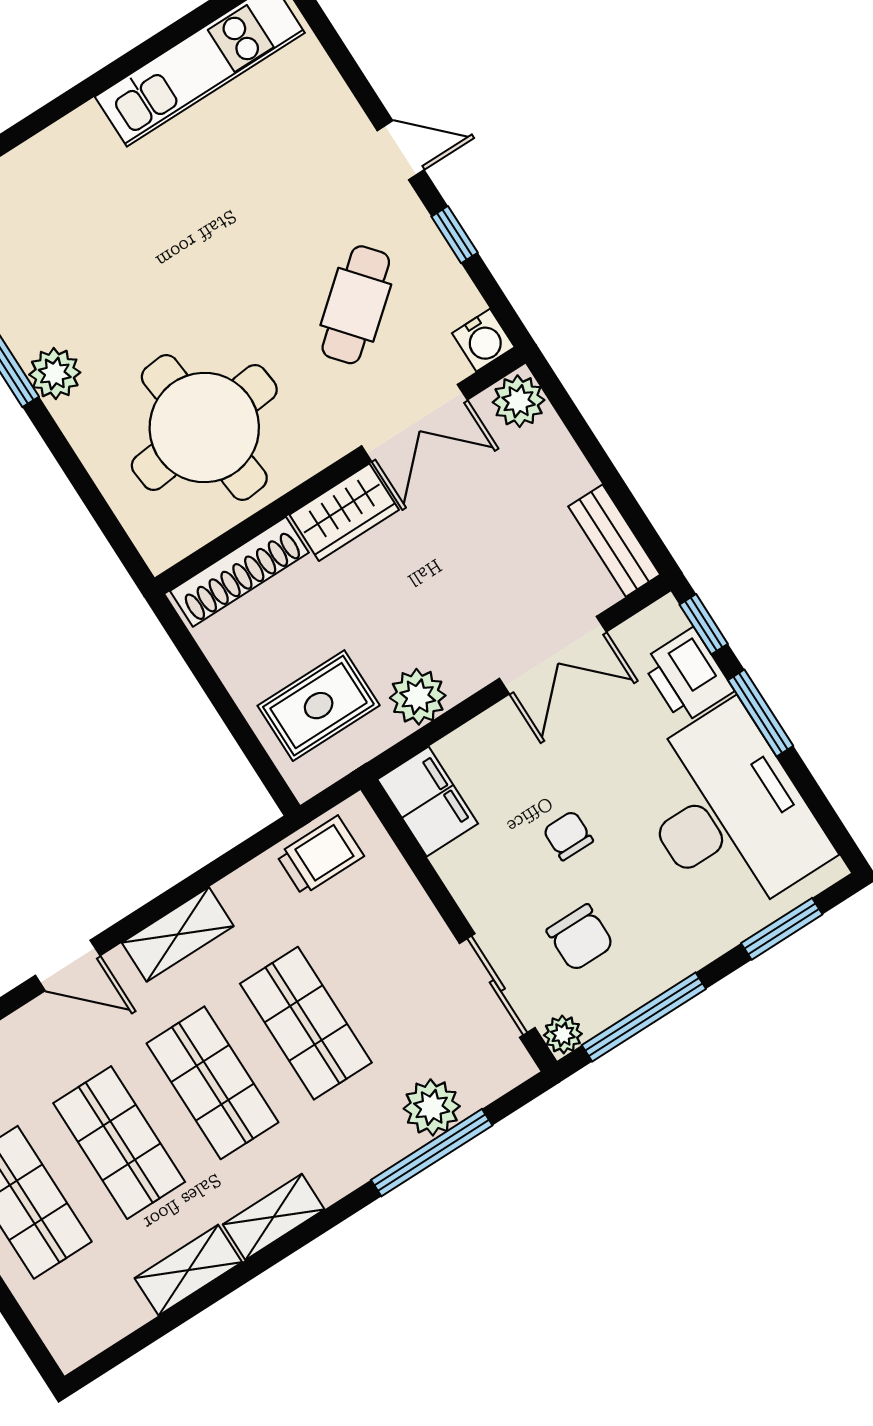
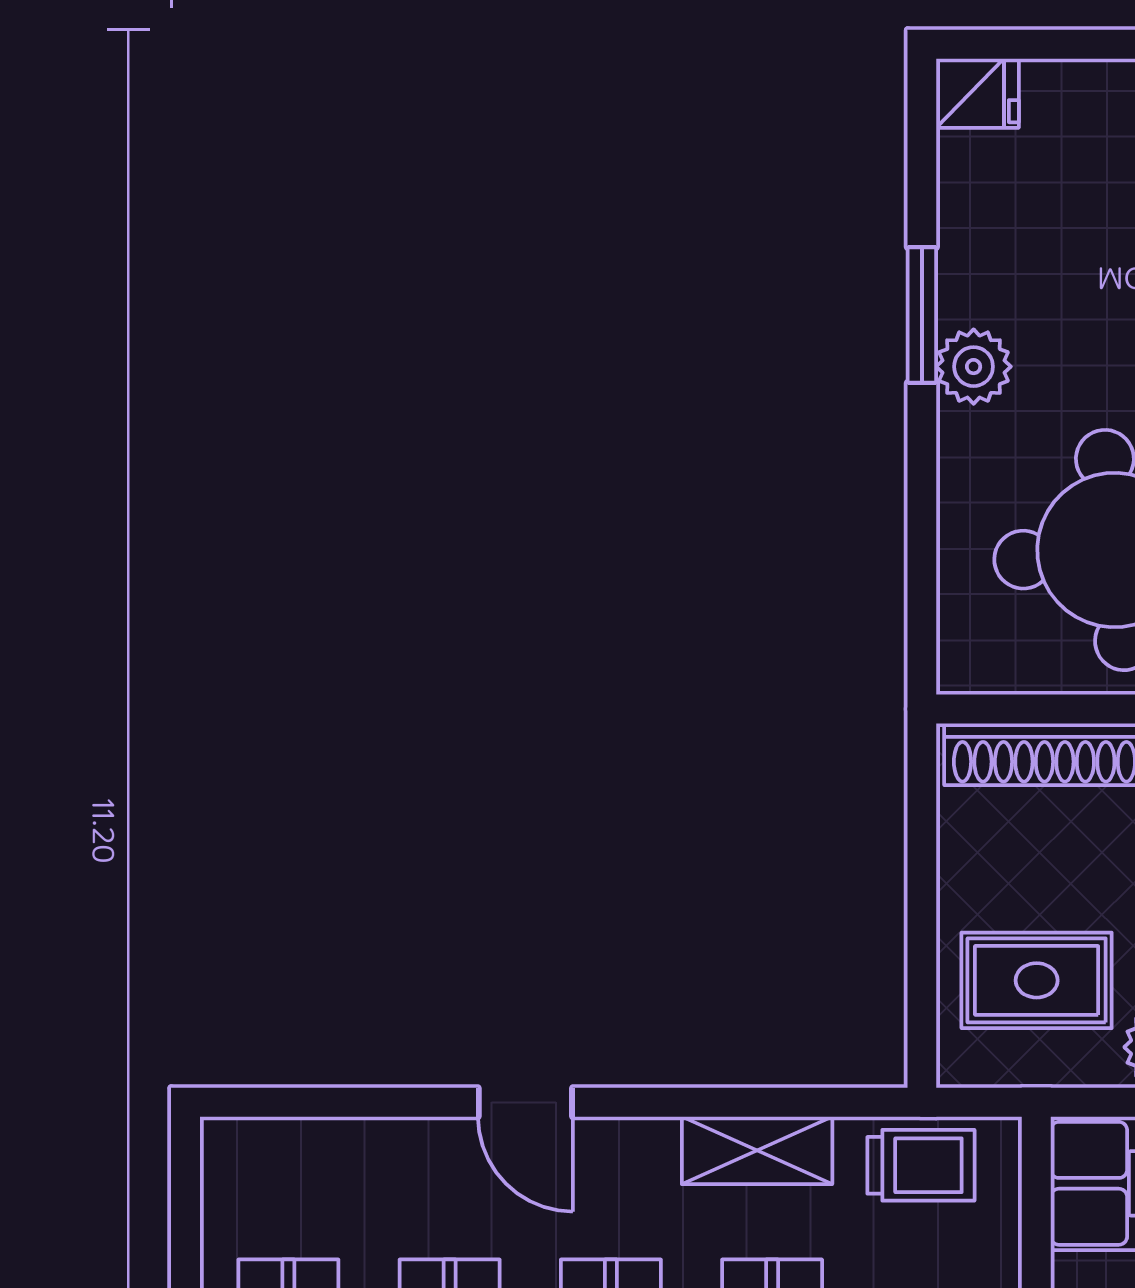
shelving: (178, 934) -> (757, 1150), moved

